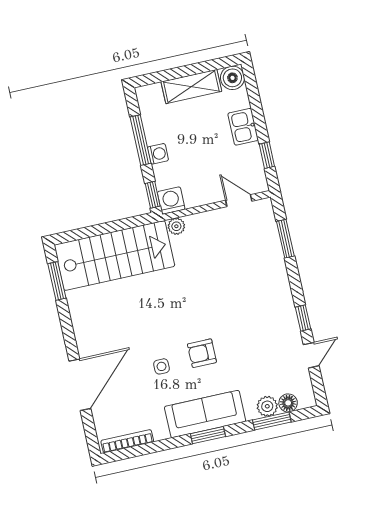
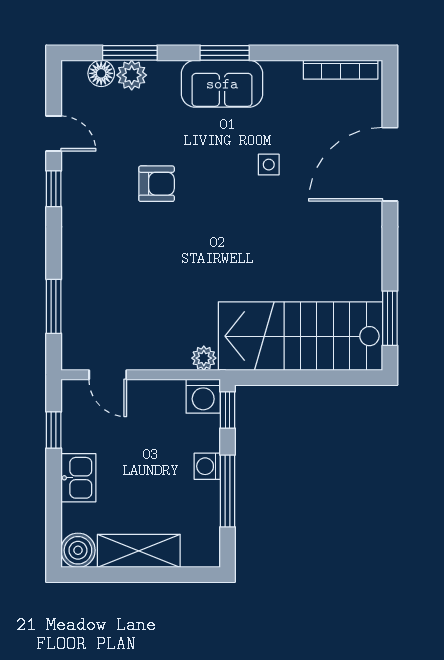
armchair: (202, 353) -> (157, 184), moved
door: (311, 355) -> (54, 134), swing flipped
sofa: (205, 414) -> (222, 84), width x0.73

